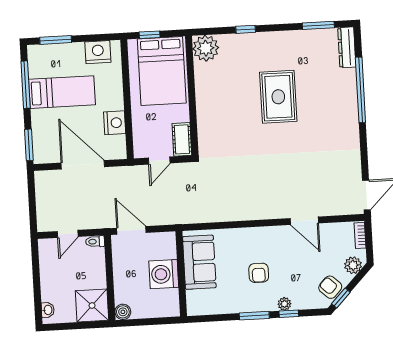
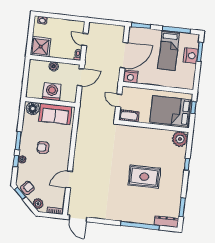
nightstand: (98, 52) -> (191, 56), moved
nightstand: (115, 123) -> (130, 76), moved
floor lamp: (197, 301) -> (33, 108), added
boiler: (123, 312) -> (54, 66), moved

